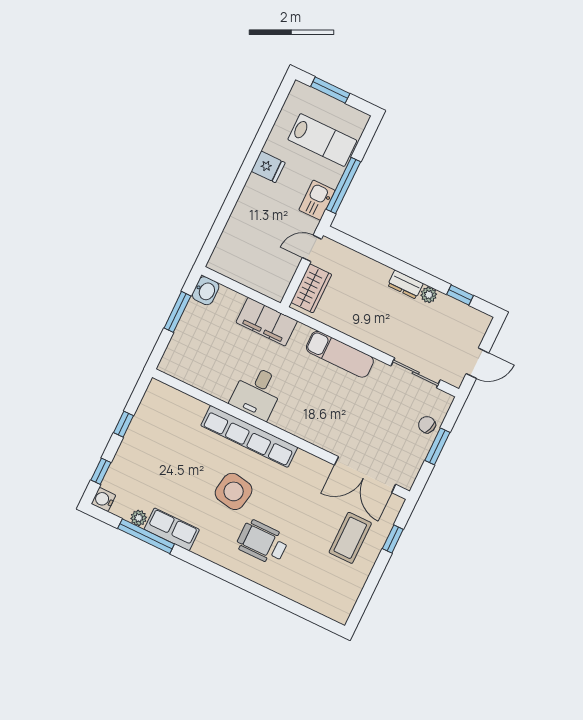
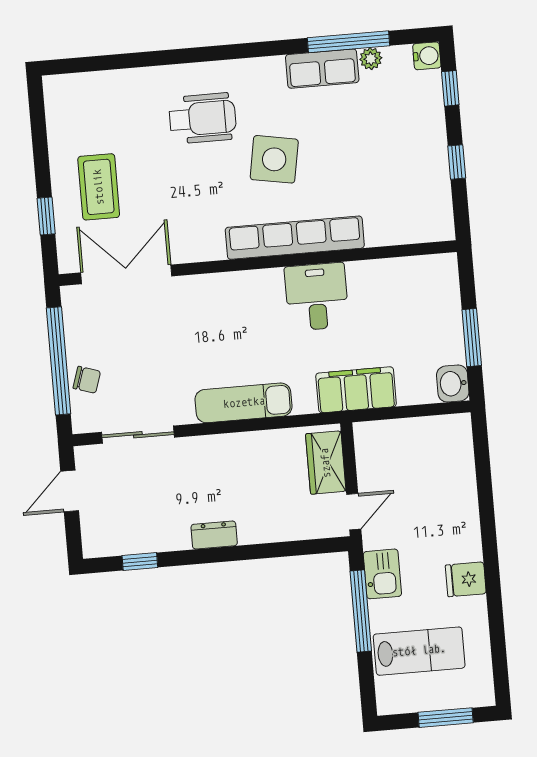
lab bench: (322, 140) -> (419, 651), turned 180
plant: (429, 295) -> (178, 539), removed
window: (437, 446) -> (59, 361), width x2.11

